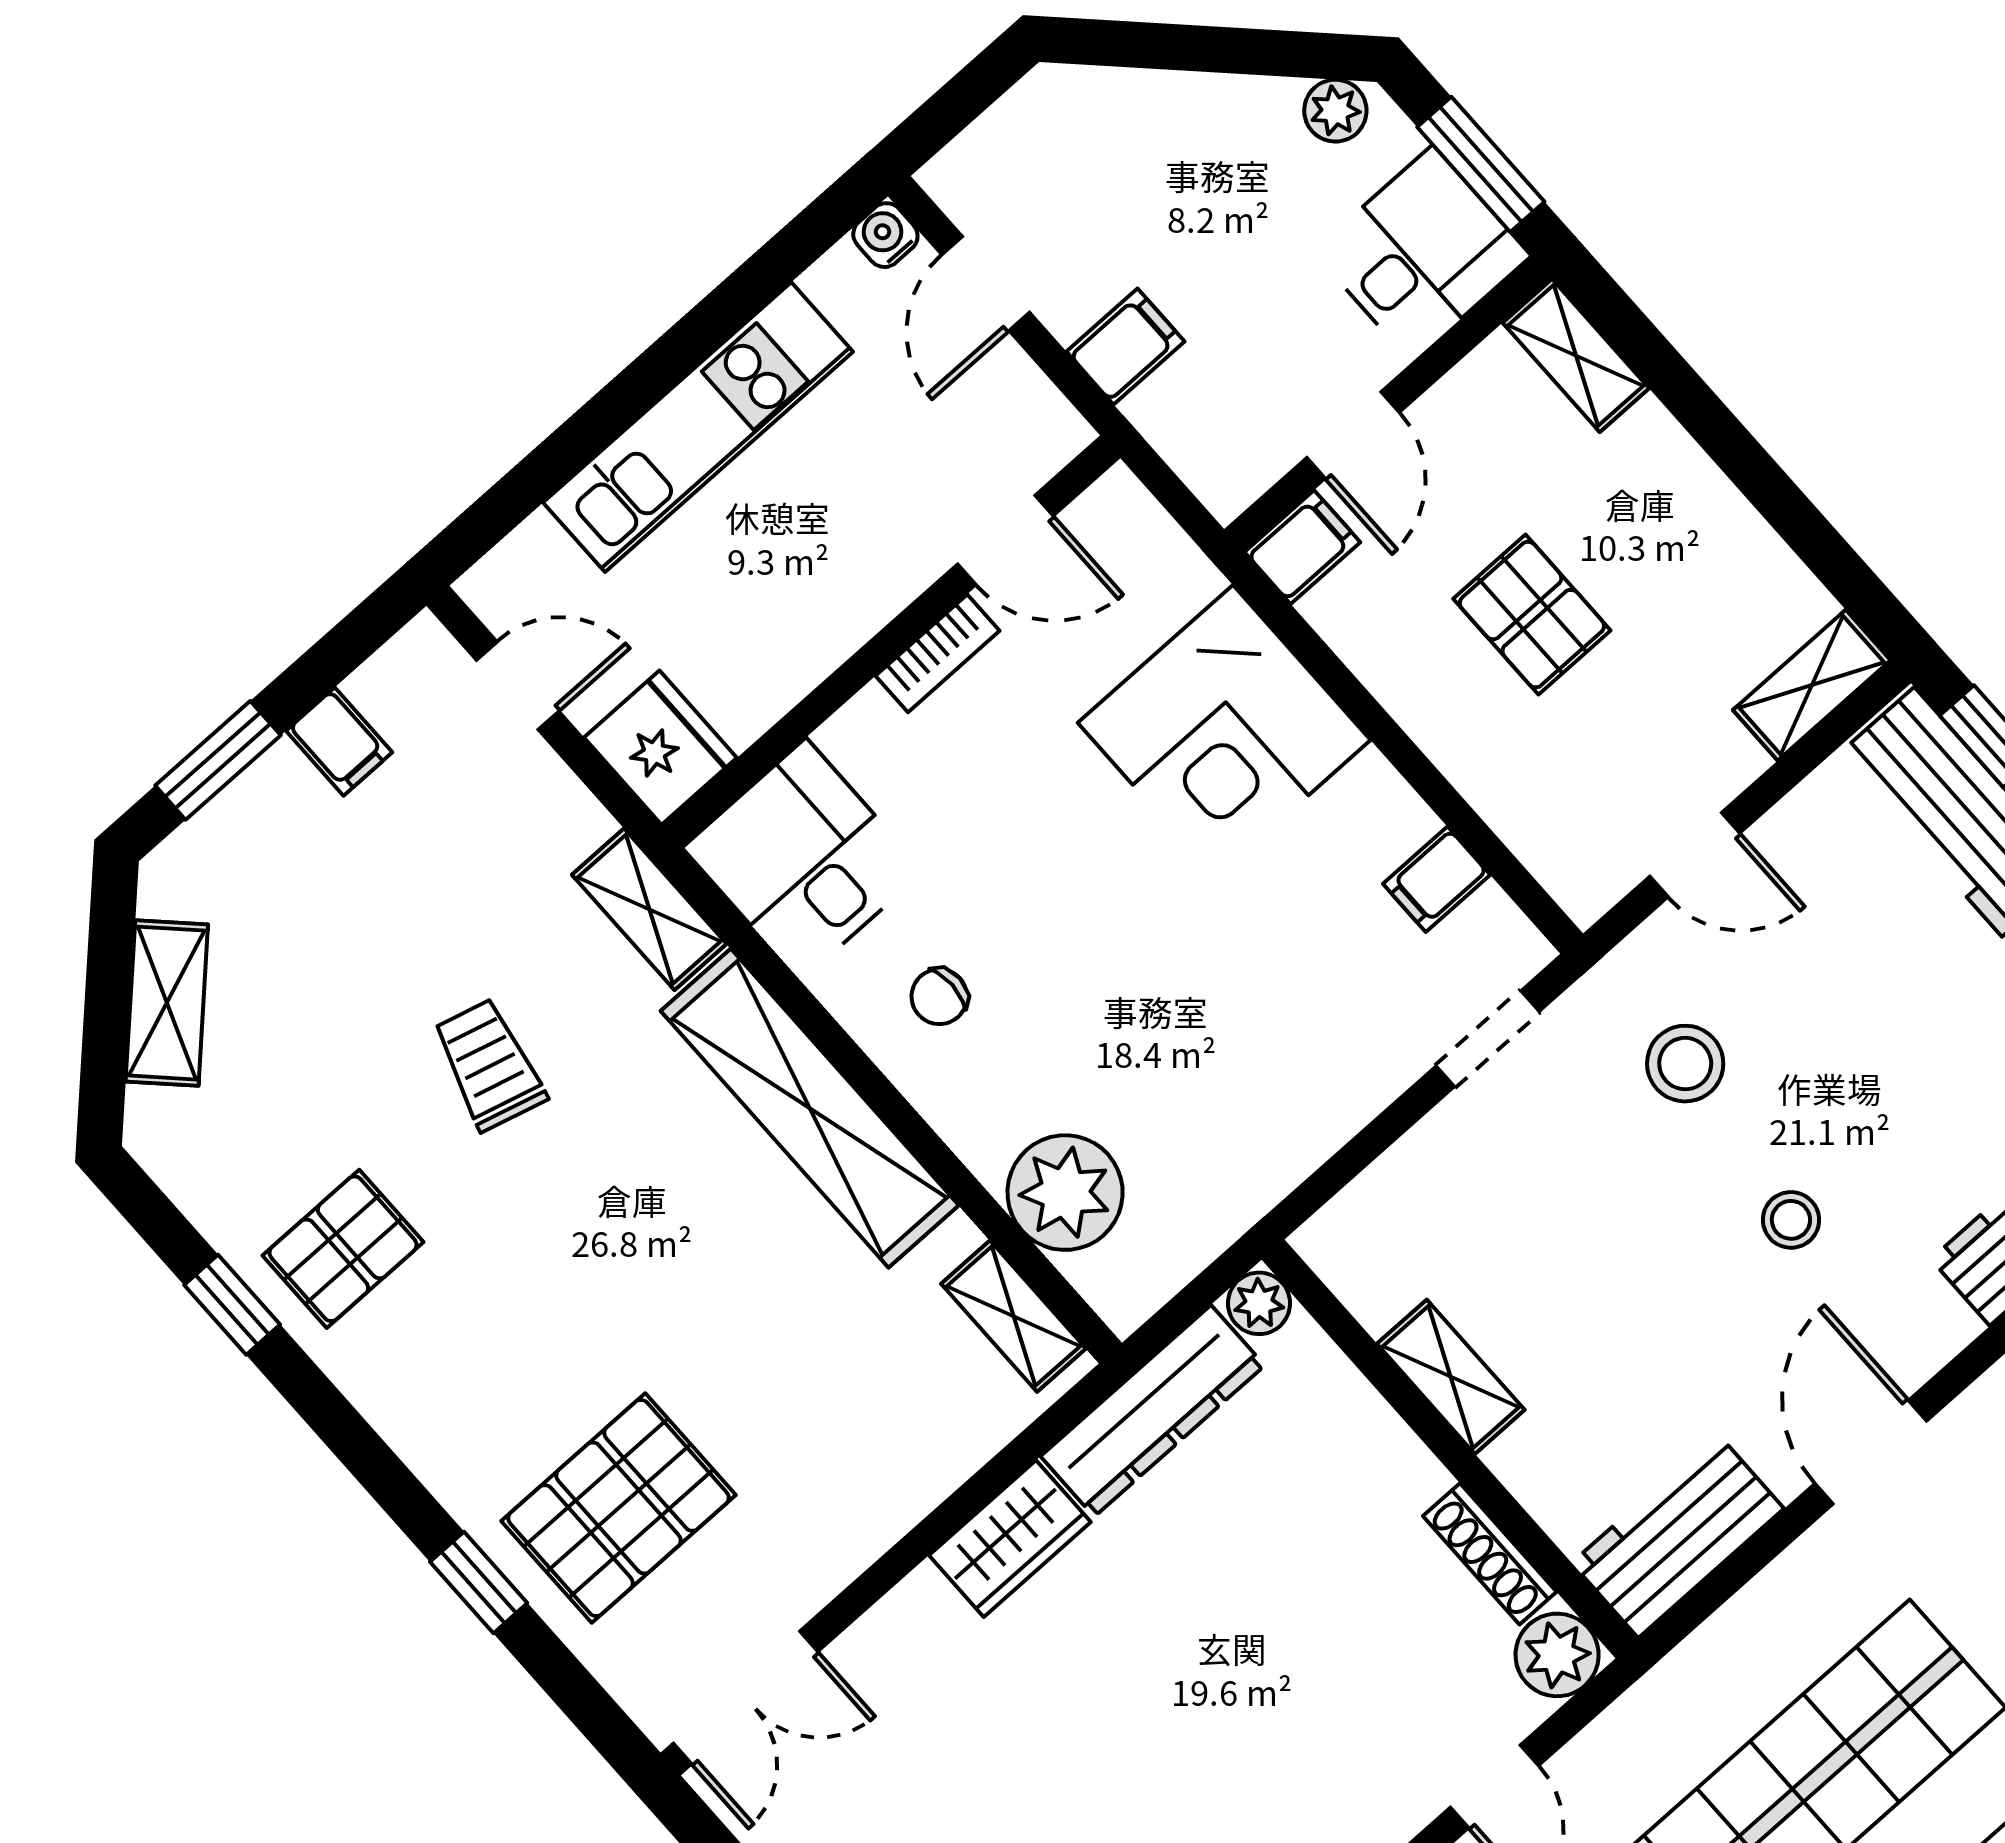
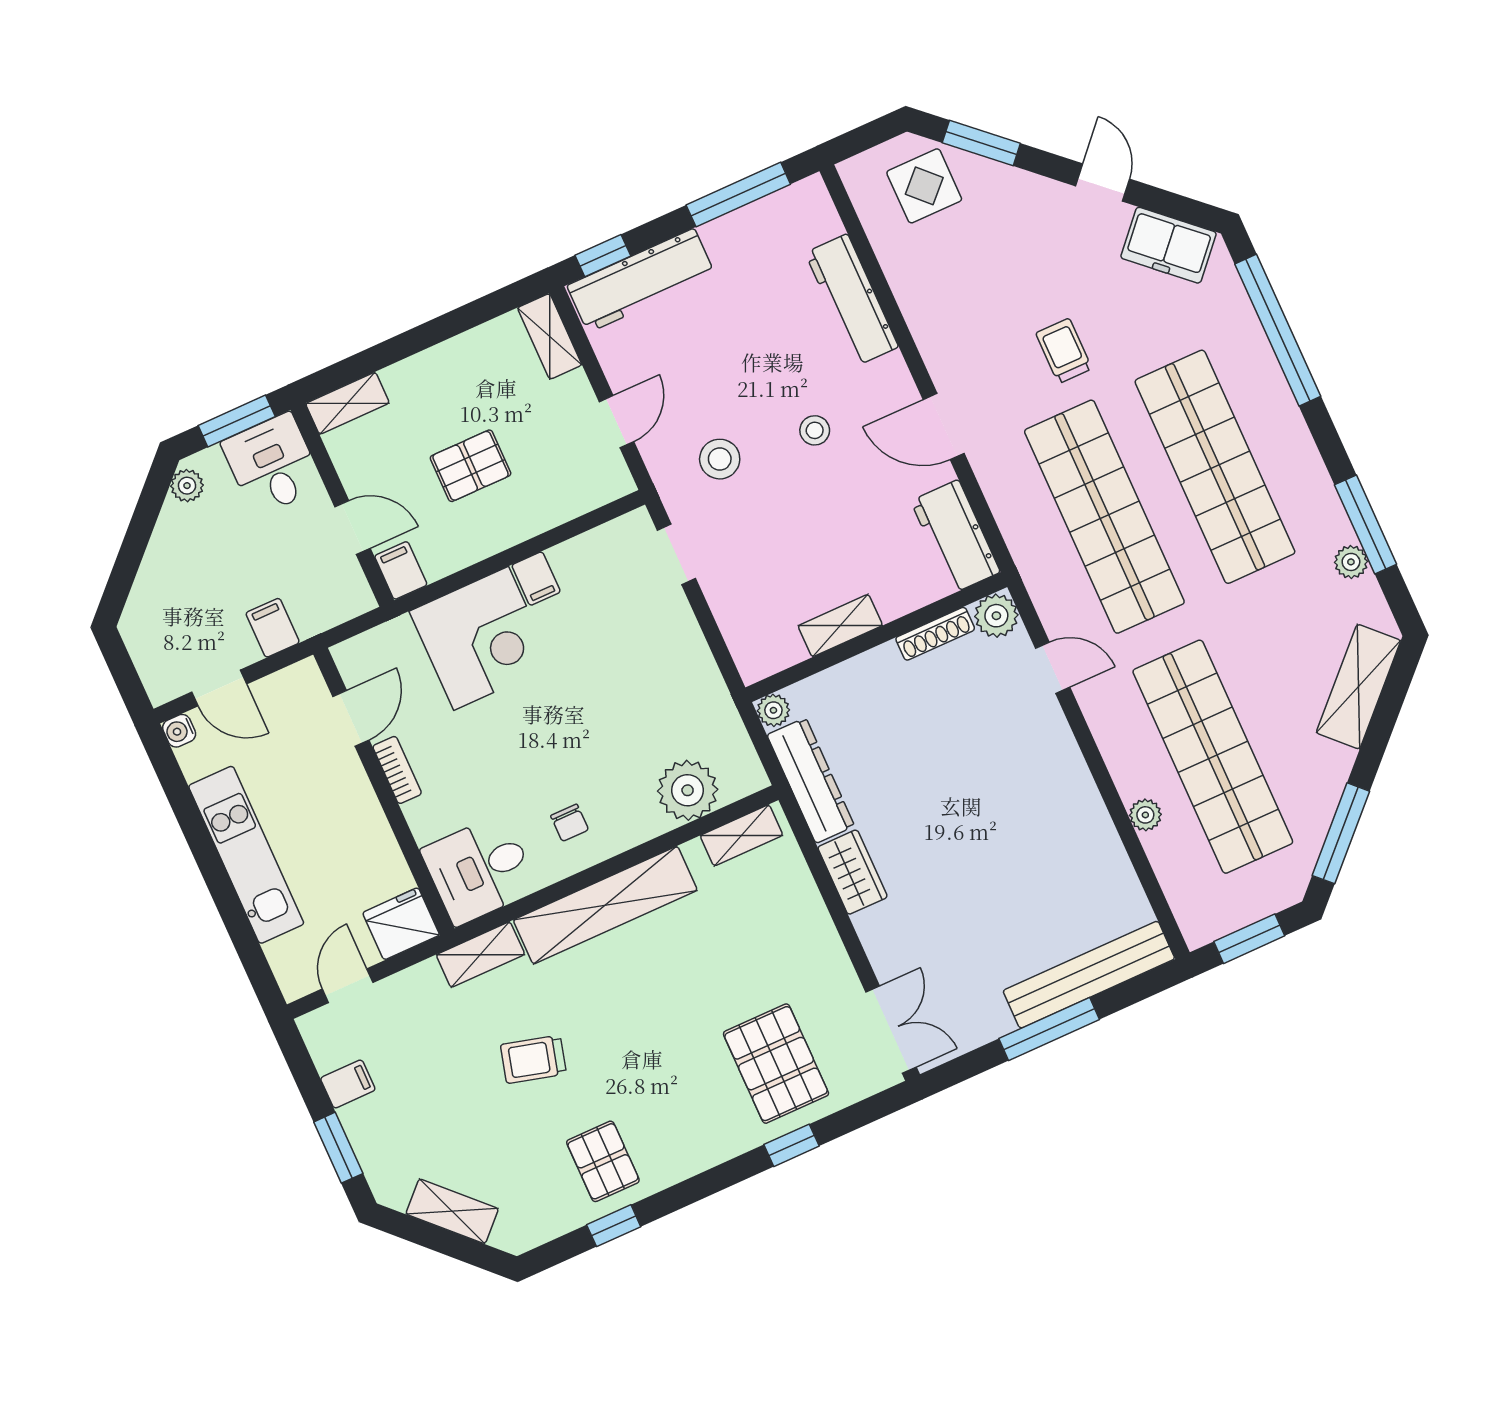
filing cabinet: (1437, 879) -> (536, 579), moved

